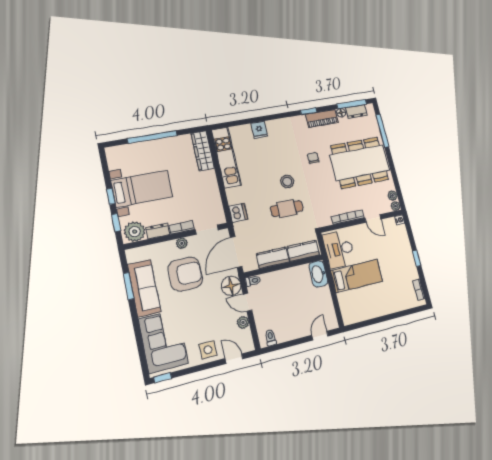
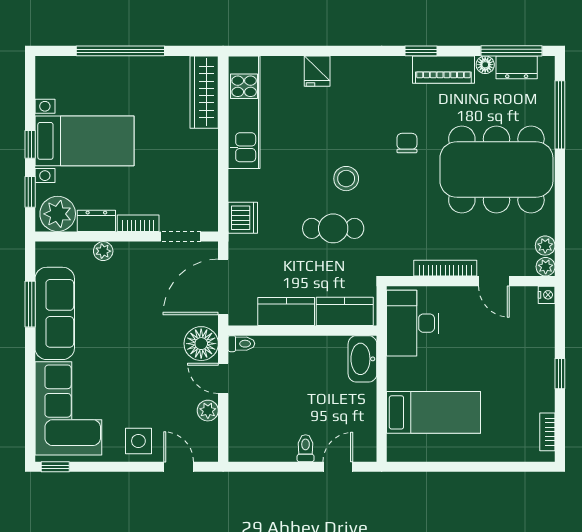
plant: (182, 243) -> (103, 251), moved
armchair: (185, 274) -> (128, 305), removed
bed: (357, 276) -> (433, 412), moved
toilet: (271, 338) -> (306, 448), moved

